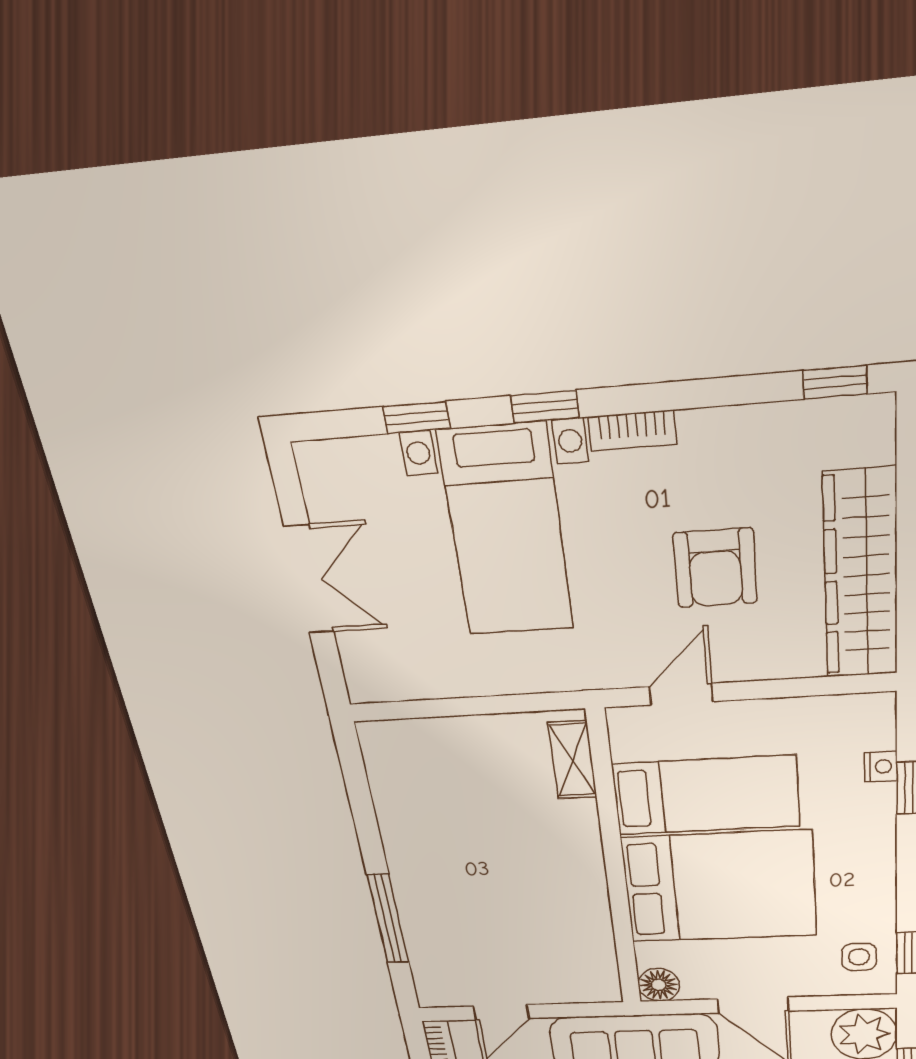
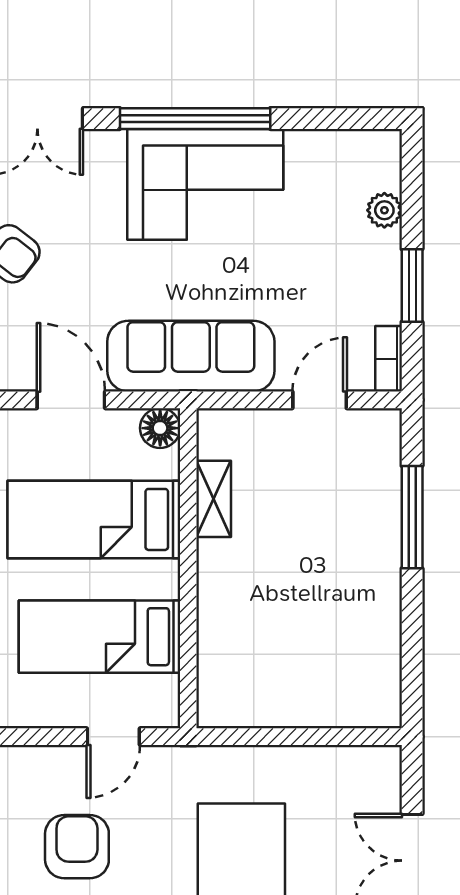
shelving: (572, 760) -> (214, 499), moved
bed: (720, 887) -> (94, 519), width x0.67

